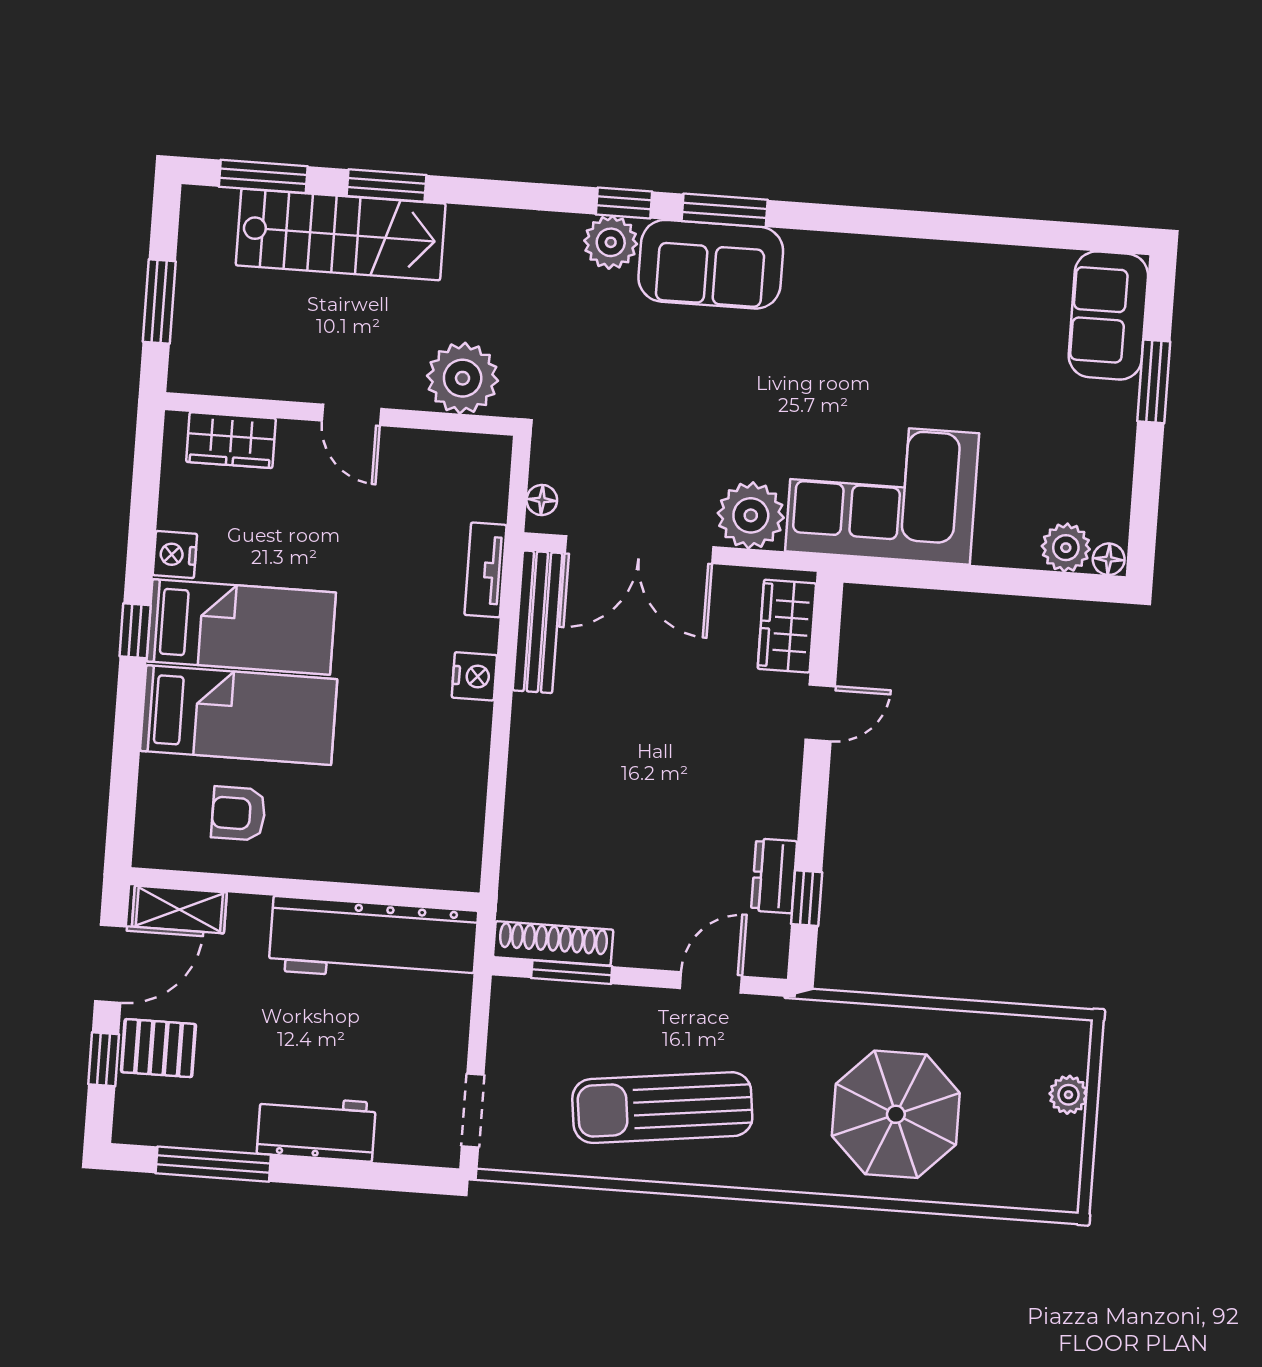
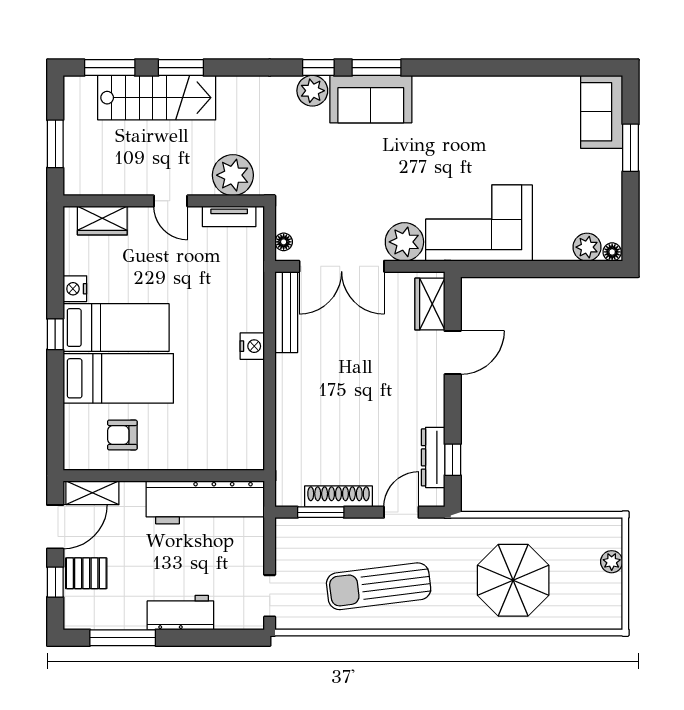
tv unit: (486, 570) -> (229, 216), moved, turned -90
door: (820, 713) -> (453, 353), width x1.38
dresser: (774, 876) -> (433, 457), width x1.44
shoe rack: (553, 943) -> (338, 496), moved

